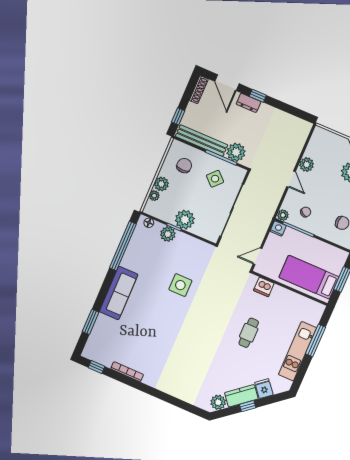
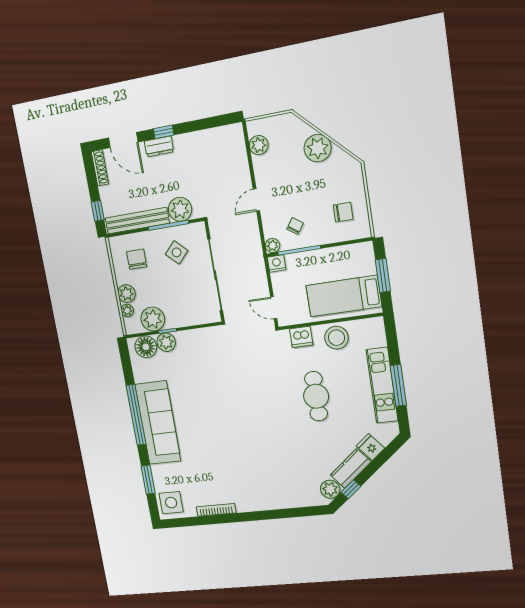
plant: (307, 165) -> (259, 145), moved
door: (291, 179) -> (256, 200), swing flipped
plant: (185, 220) -> (153, 319), moved
floor lamp: (149, 223) -> (146, 347), width x1.89, depth x1.89
window: (123, 246) -> (136, 415), moved
door: (258, 256) -> (274, 308), hinge flipped
side table: (180, 285) -> (171, 503), moved
sofa: (119, 293) -> (158, 423), width x1.36, depth x1.27
stool: (287, 302) -> (336, 338), added
cafe table: (249, 333) -> (316, 396), width x1.37, depth x1.35
window: (316, 340) -> (398, 385), moved
window: (96, 367) -> (183, 522), removed
window: (248, 406) -> (351, 489), moved

